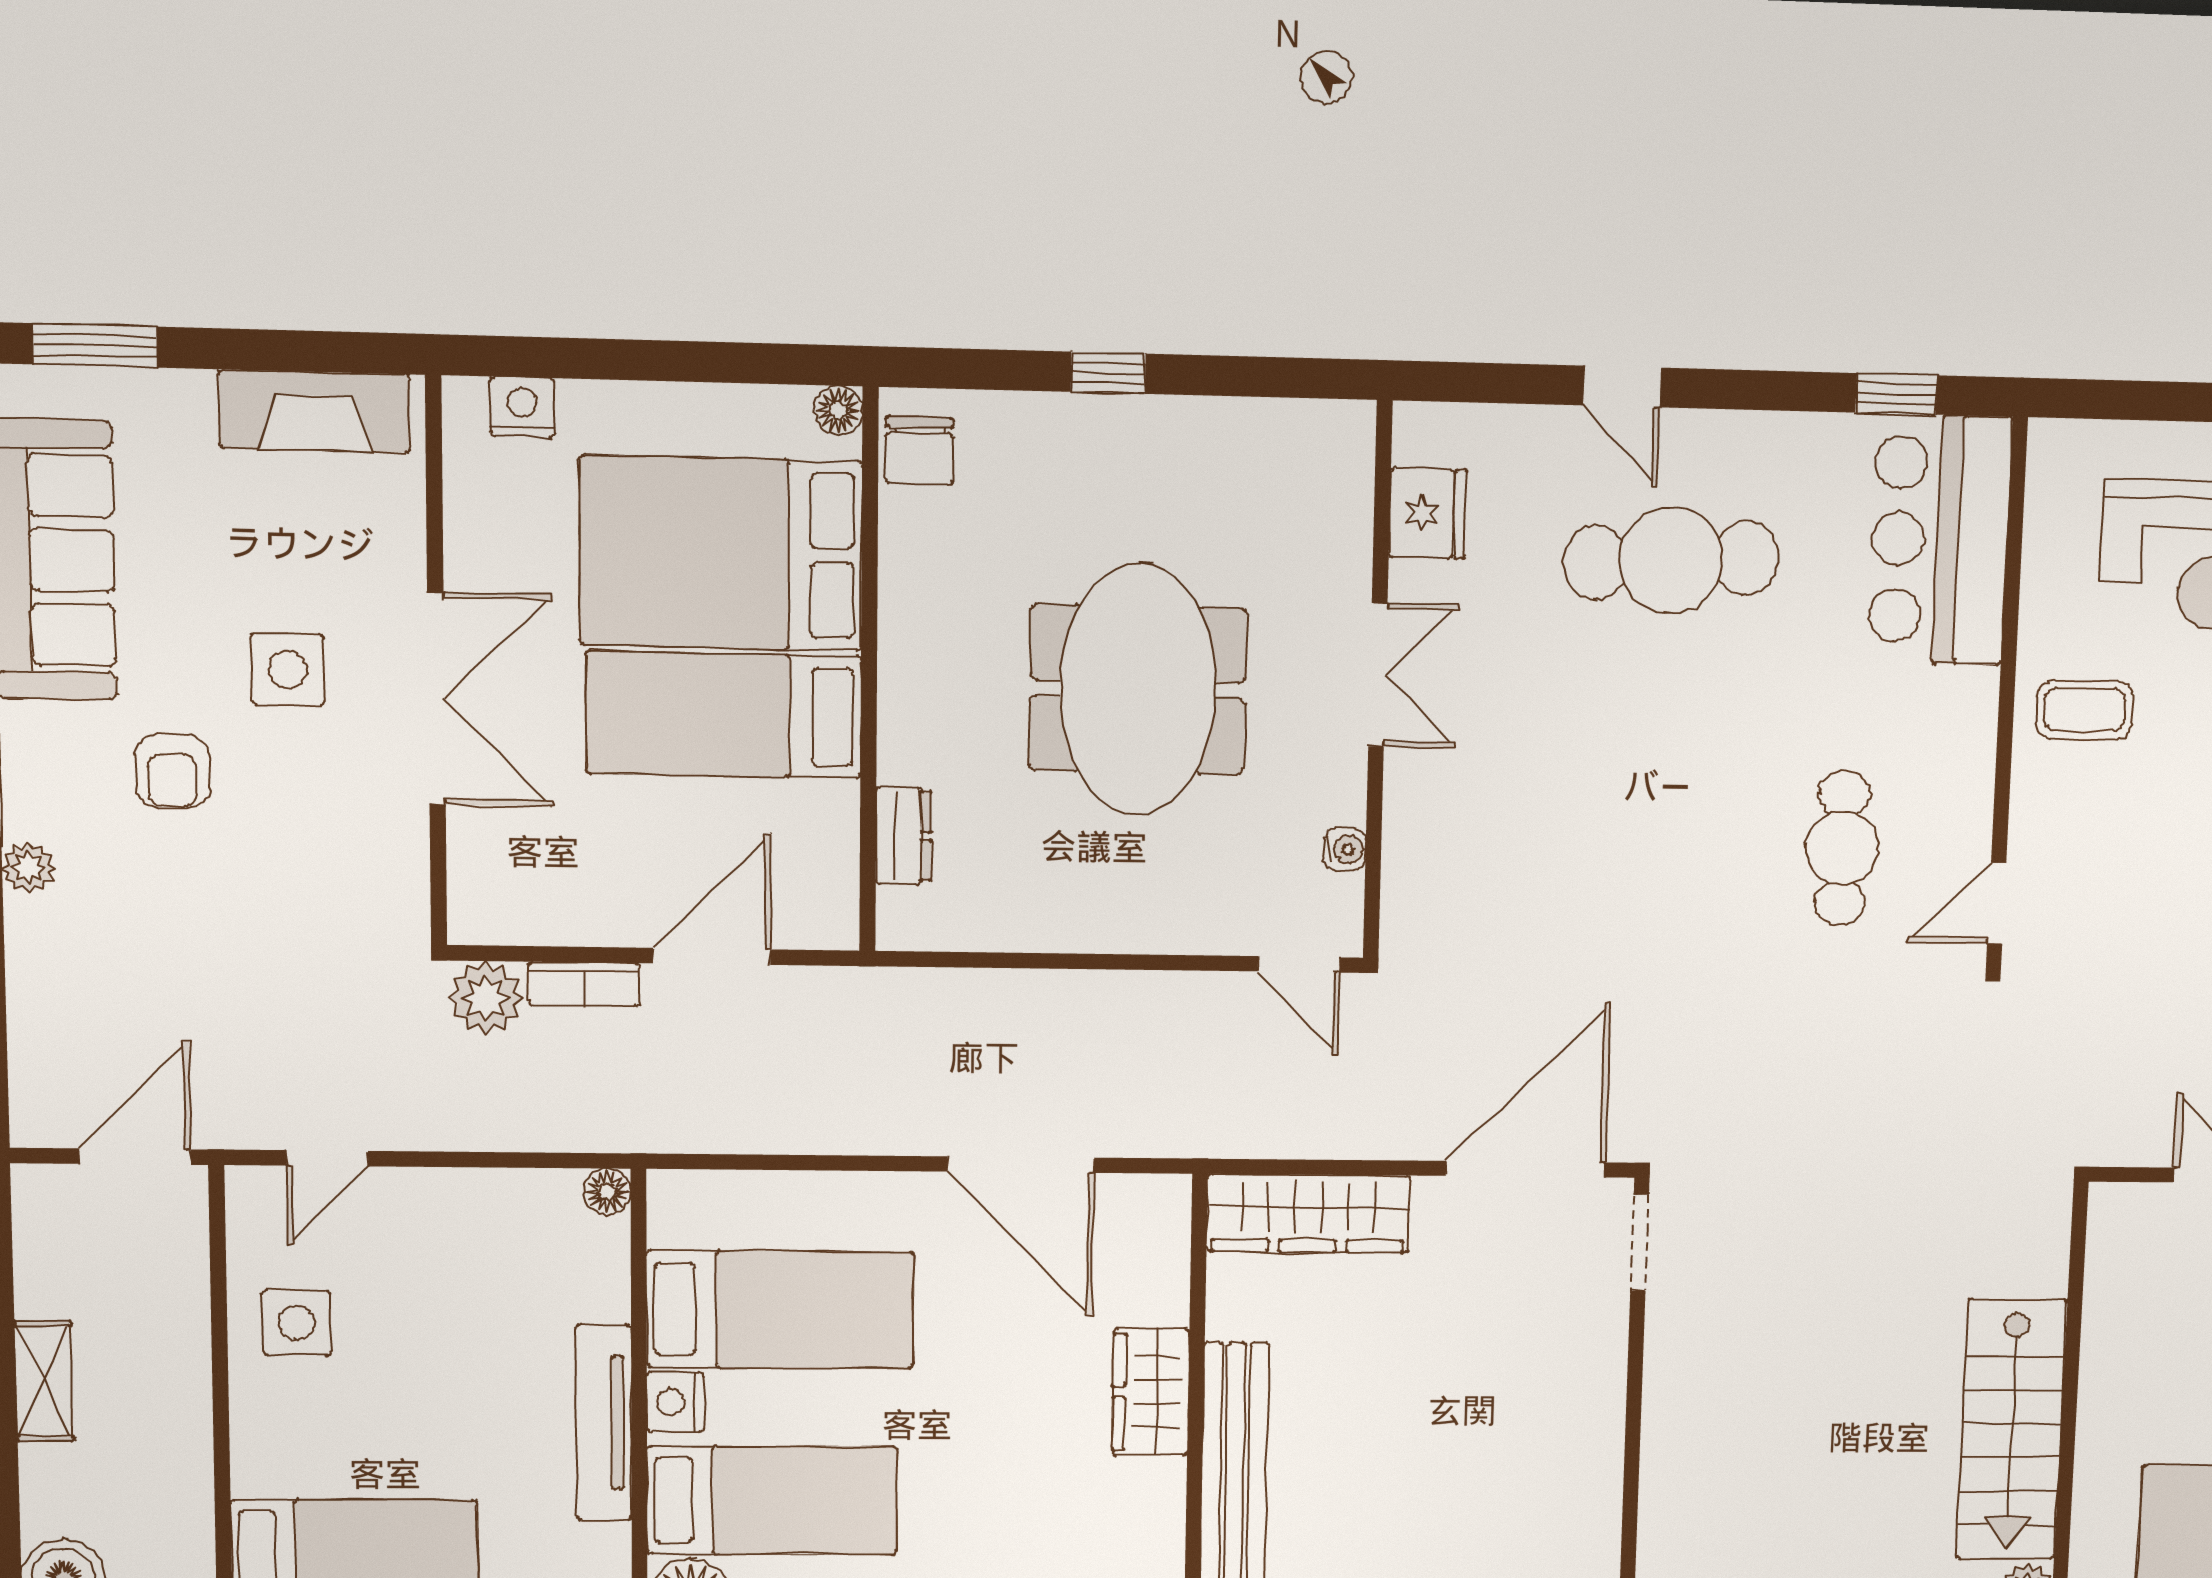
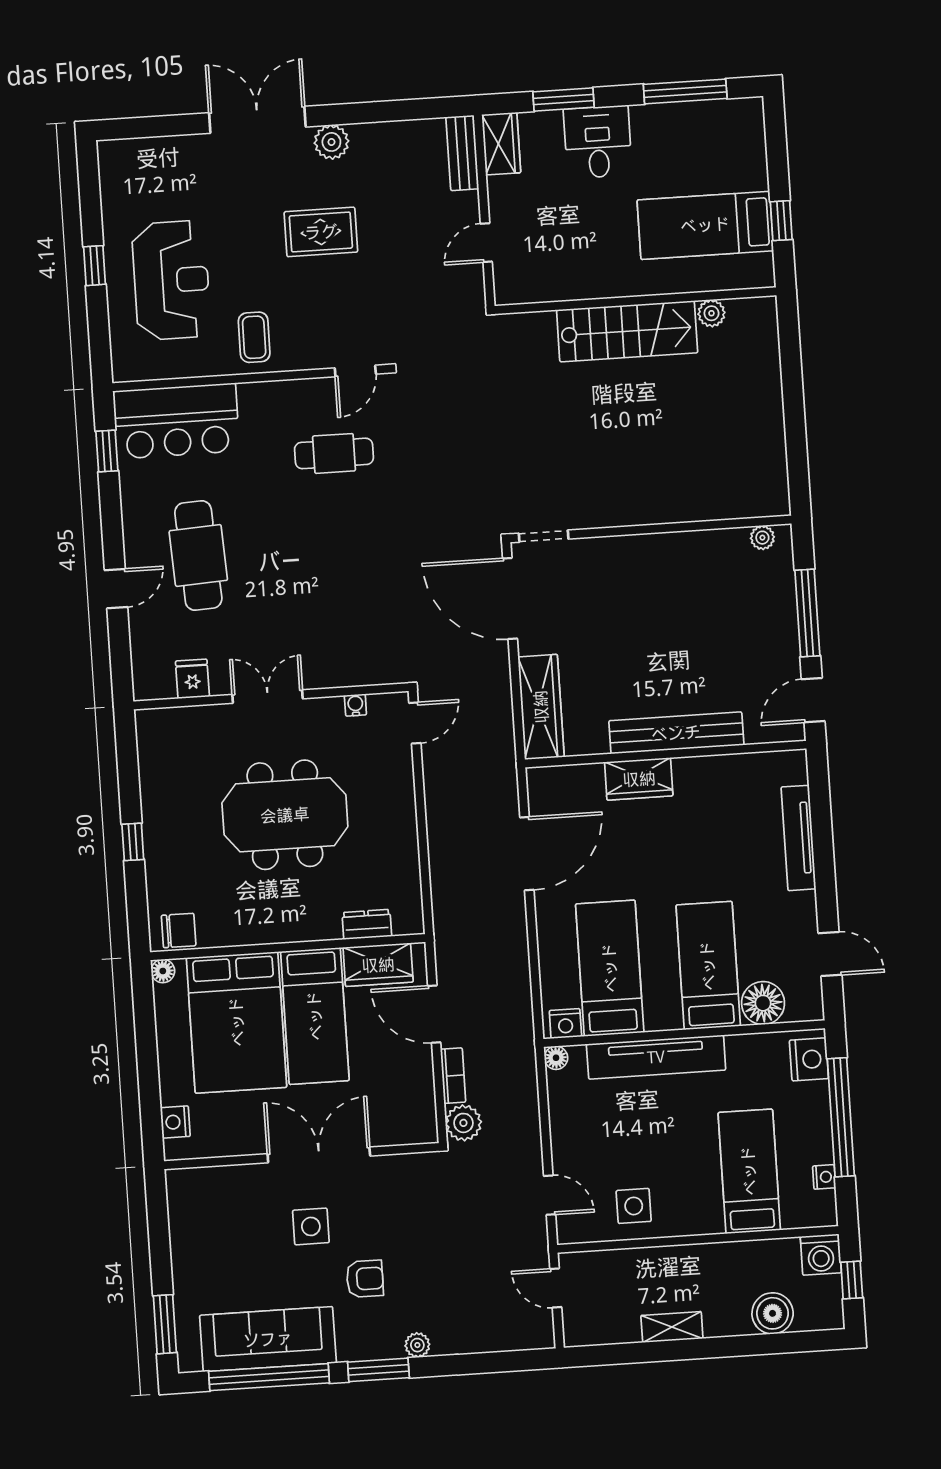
fireplace: (315, 411) -> (186, 1220), removed
fridge: (1428, 513) -> (192, 679), width x0.72
wardrobe: (820, 852) -> (378, 965), added
door: (1997, 903) -> (355, 371), hinge flipped
door: (135, 1157) -> (556, 1288), width x0.73
nightstand: (675, 1402) -> (565, 1024), moved
tv unit: (604, 1423) -> (656, 1057), width x1.36, depth x1.29

